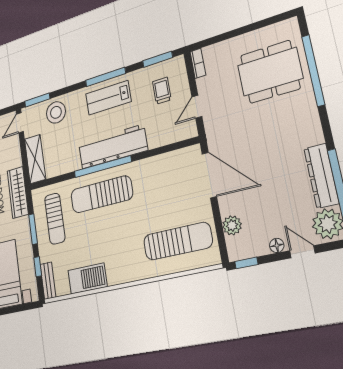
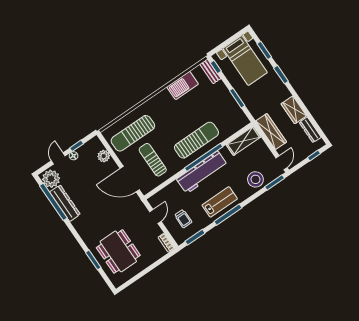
window: (313, 70) -> (93, 260), width x0.47
dining table: (270, 72) -> (118, 251), turned 90
shelving: (35, 159) -> (244, 141), moved, turned 90
wardrobe: (18, 192) -> (271, 132), moved
sun lounger: (55, 219) -> (153, 160), moved
door: (302, 252) -> (58, 158), swing flipped
window: (246, 263) -> (77, 146), moved
window: (38, 267) -> (216, 67), moved

